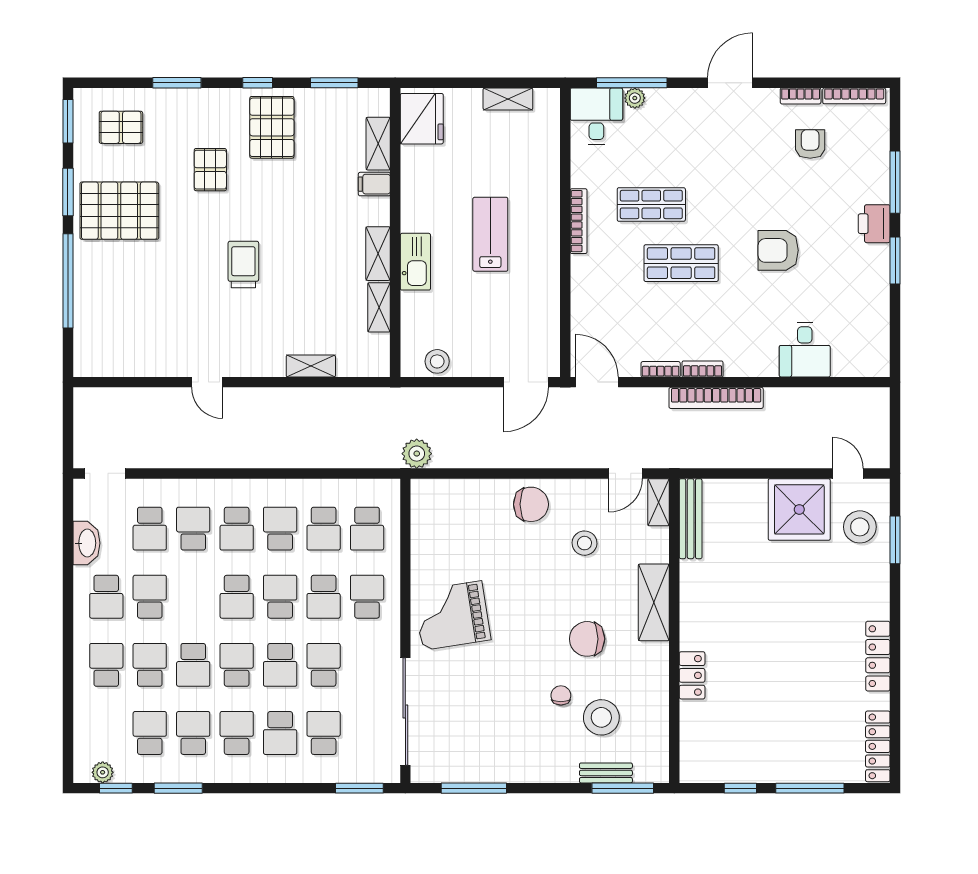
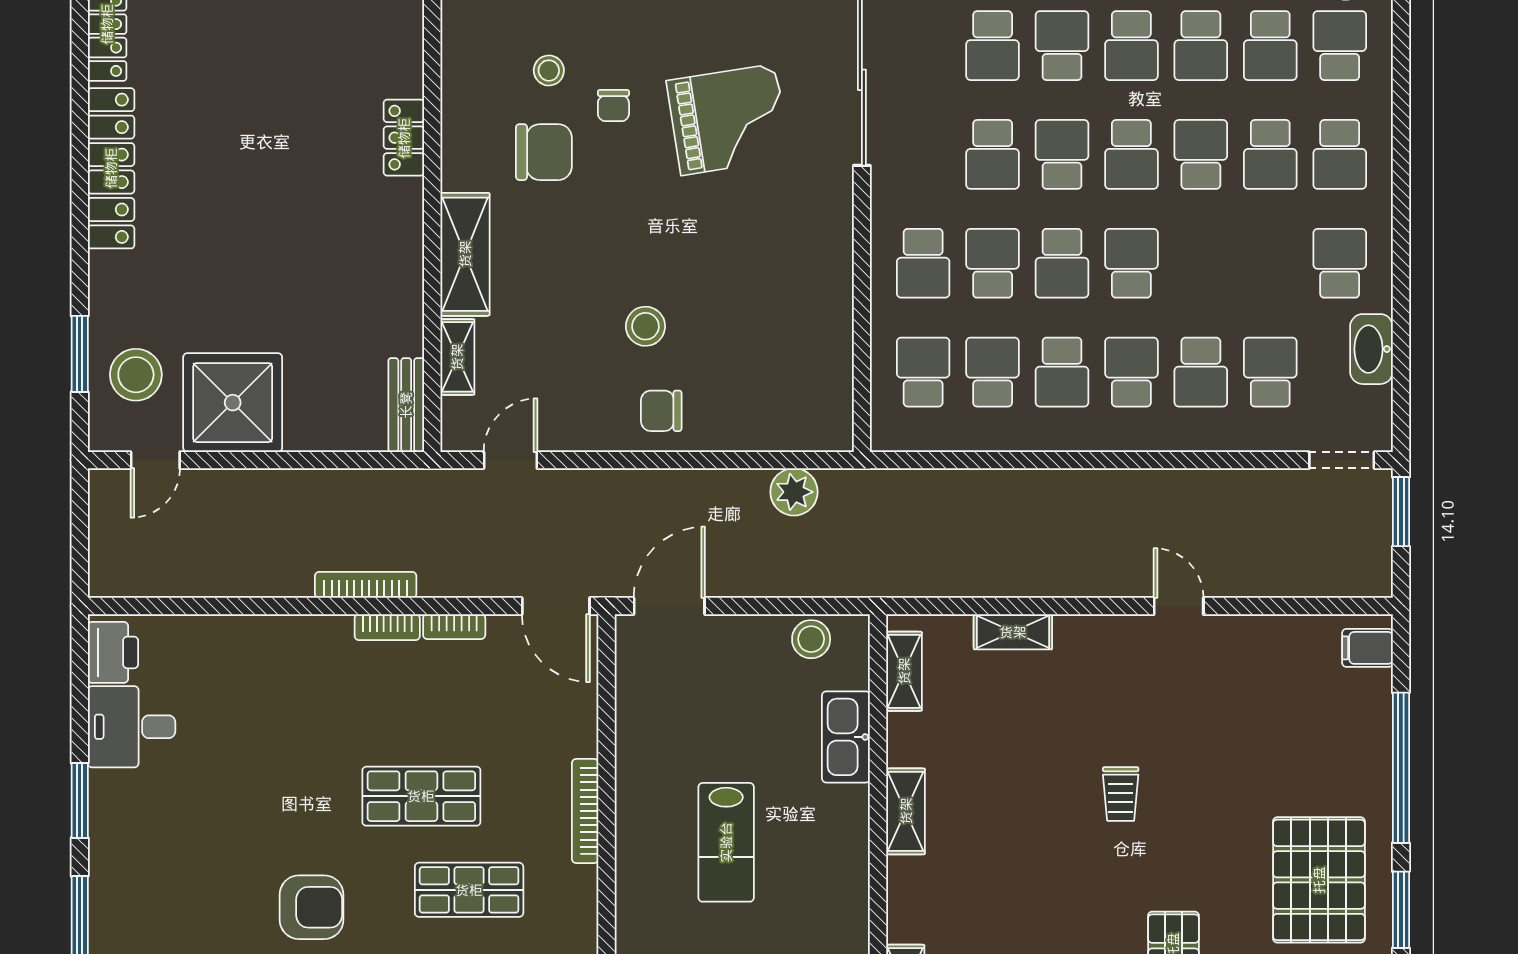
filing cabinet: (374, 184) -> (1367, 648), moved, turned 180
pallet: (119, 211) -> (1319, 880), turned 90
bookcase: (579, 221) -> (585, 811), moved
printer: (874, 224) -> (113, 652), moved
armchair: (778, 250) -> (312, 907), moved
kitchen sink: (415, 262) -> (846, 737), moved
trolley: (243, 265) -> (1121, 794), width x0.73, depth x0.72
shelving: (379, 307) -> (904, 671), moved
desk: (805, 350) -> (132, 727), moved, turned -90
bookcase: (716, 398) -> (366, 585), width x0.68, depth x0.76
window: (68, 441) -> (1401, 512), added
plant: (417, 454) -> (794, 492), moved
door: (848, 473) -> (155, 460), hinge flipped
shelving: (659, 502) -> (457, 357), moved
chair: (531, 504) -> (661, 411), width x0.73, depth x0.73
bench: (691, 519) -> (406, 405), width x0.73
stool: (584, 543) -> (645, 326), moved
school desk: (150, 597) -> (1340, 46), moved, turned 180
grand piano: (452, 615) -> (728, 120), moved
chair: (587, 639) -> (544, 152), moved
locker: (878, 656) -> (111, 168), width x1.41, depth x1.21
stool: (601, 717) -> (549, 71), width x0.53, depth x0.53

